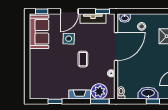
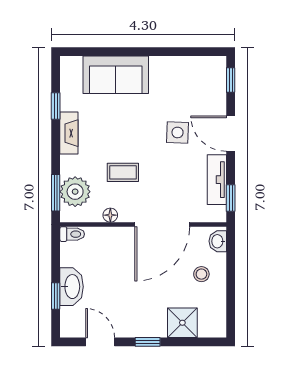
sofa: (39, 32) -> (116, 75), moved
door: (116, 47) -> (162, 224), hinge flipped
coffee table: (83, 59) -> (123, 172), moved
fireplace: (80, 95) -> (69, 133), moved

